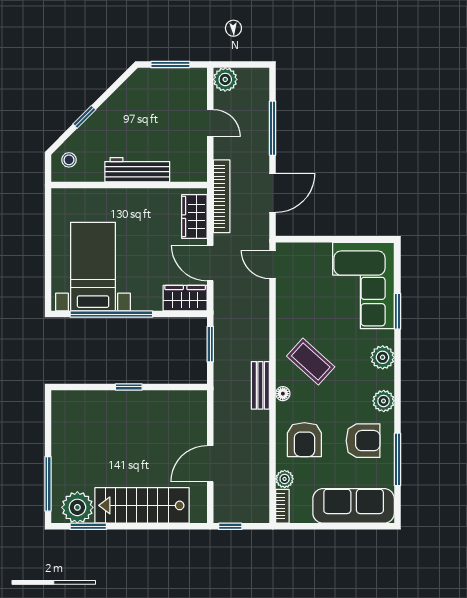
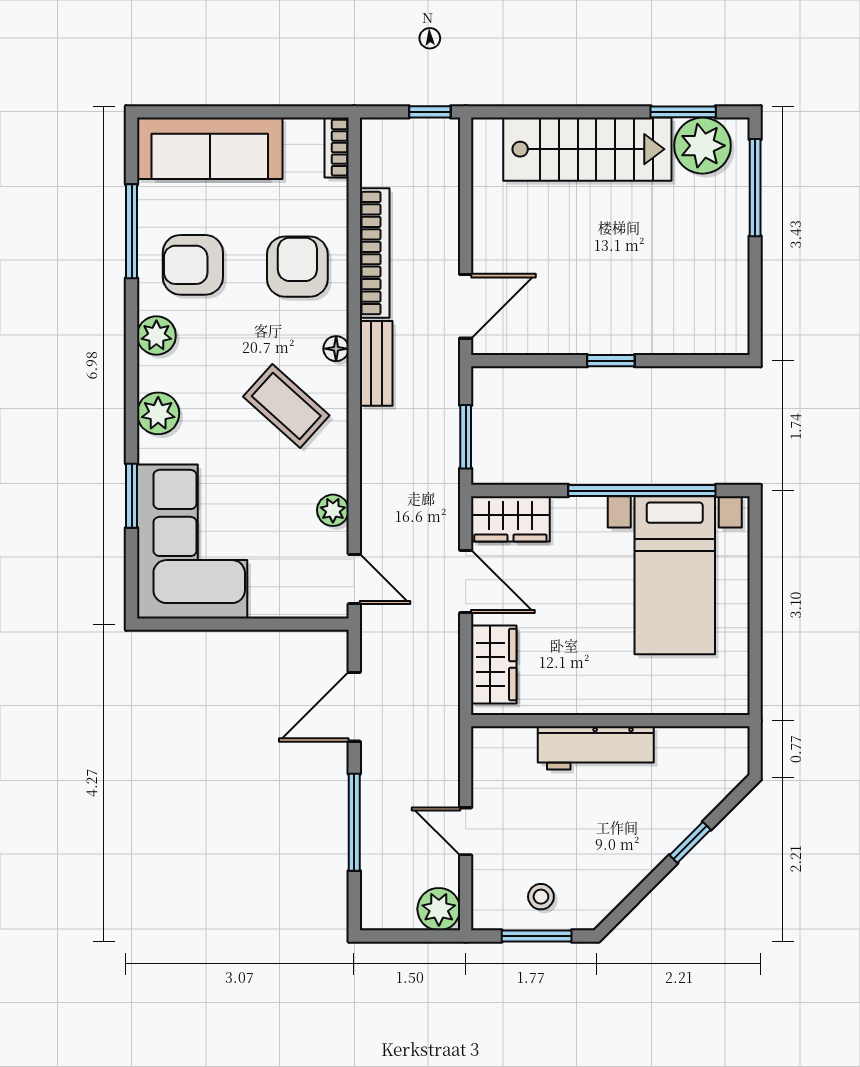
stool: (69, 160) -> (541, 897), moved
bookcase: (222, 196) -> (375, 253), moved, turned 180
door: (210, 464) -> (466, 306), moved
plant: (285, 479) -> (333, 510), moved

